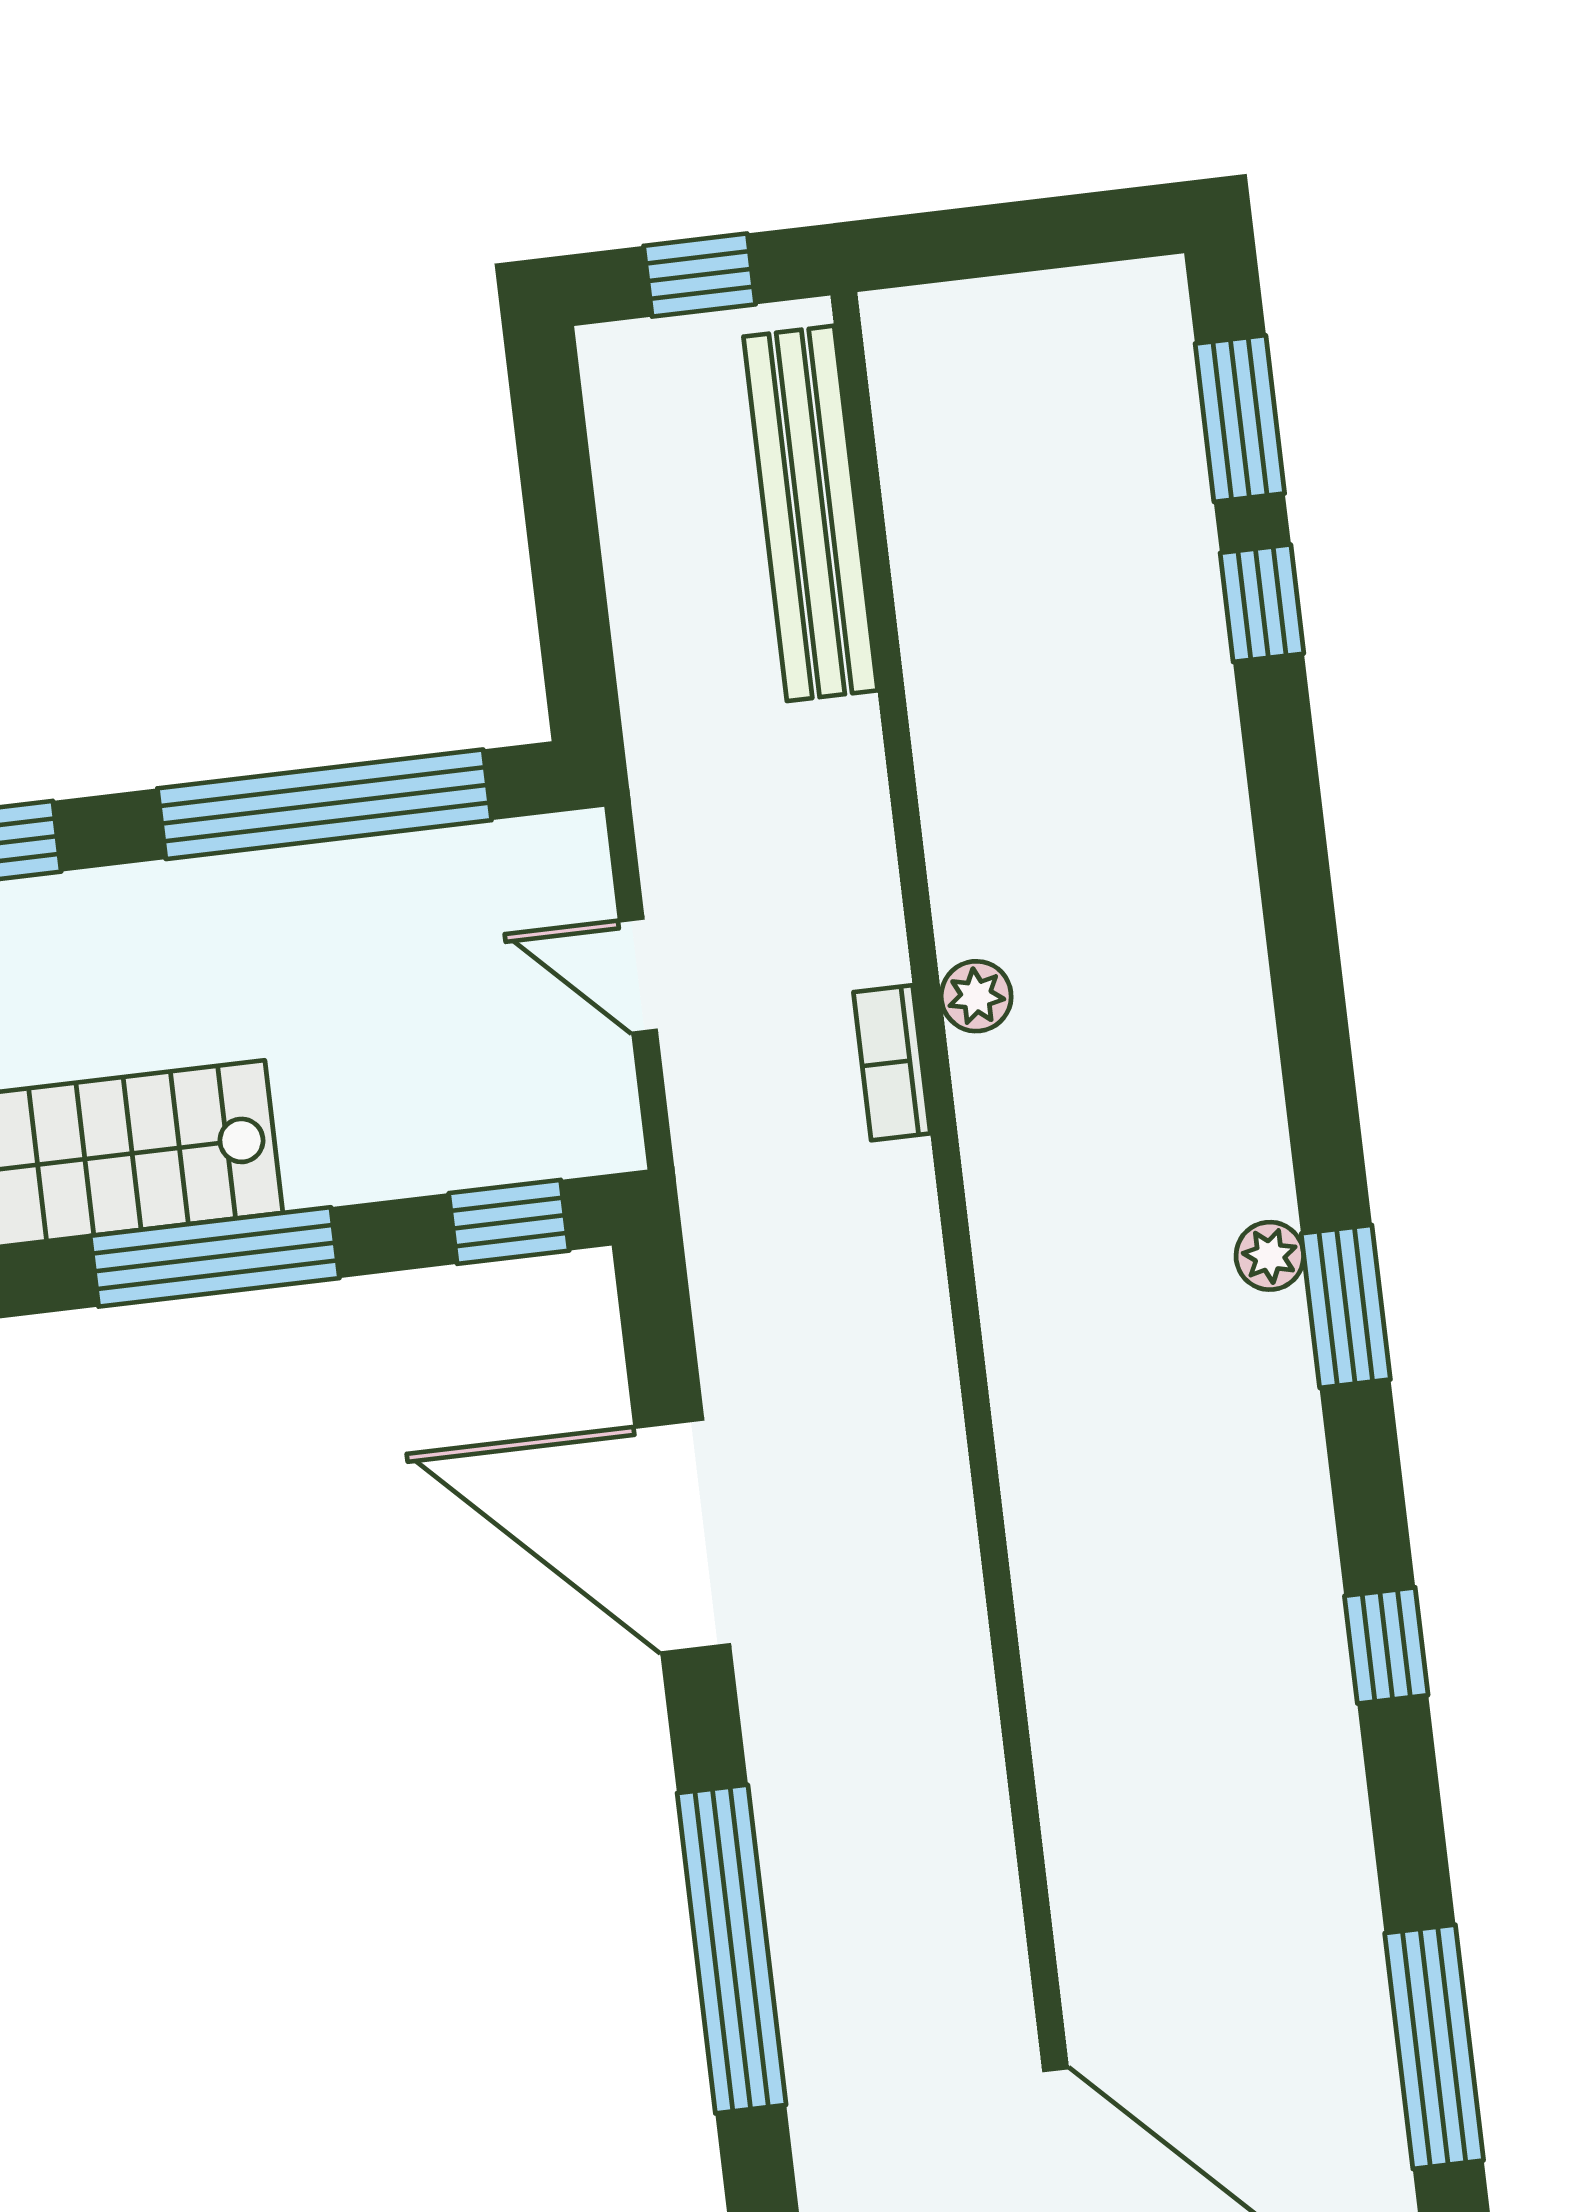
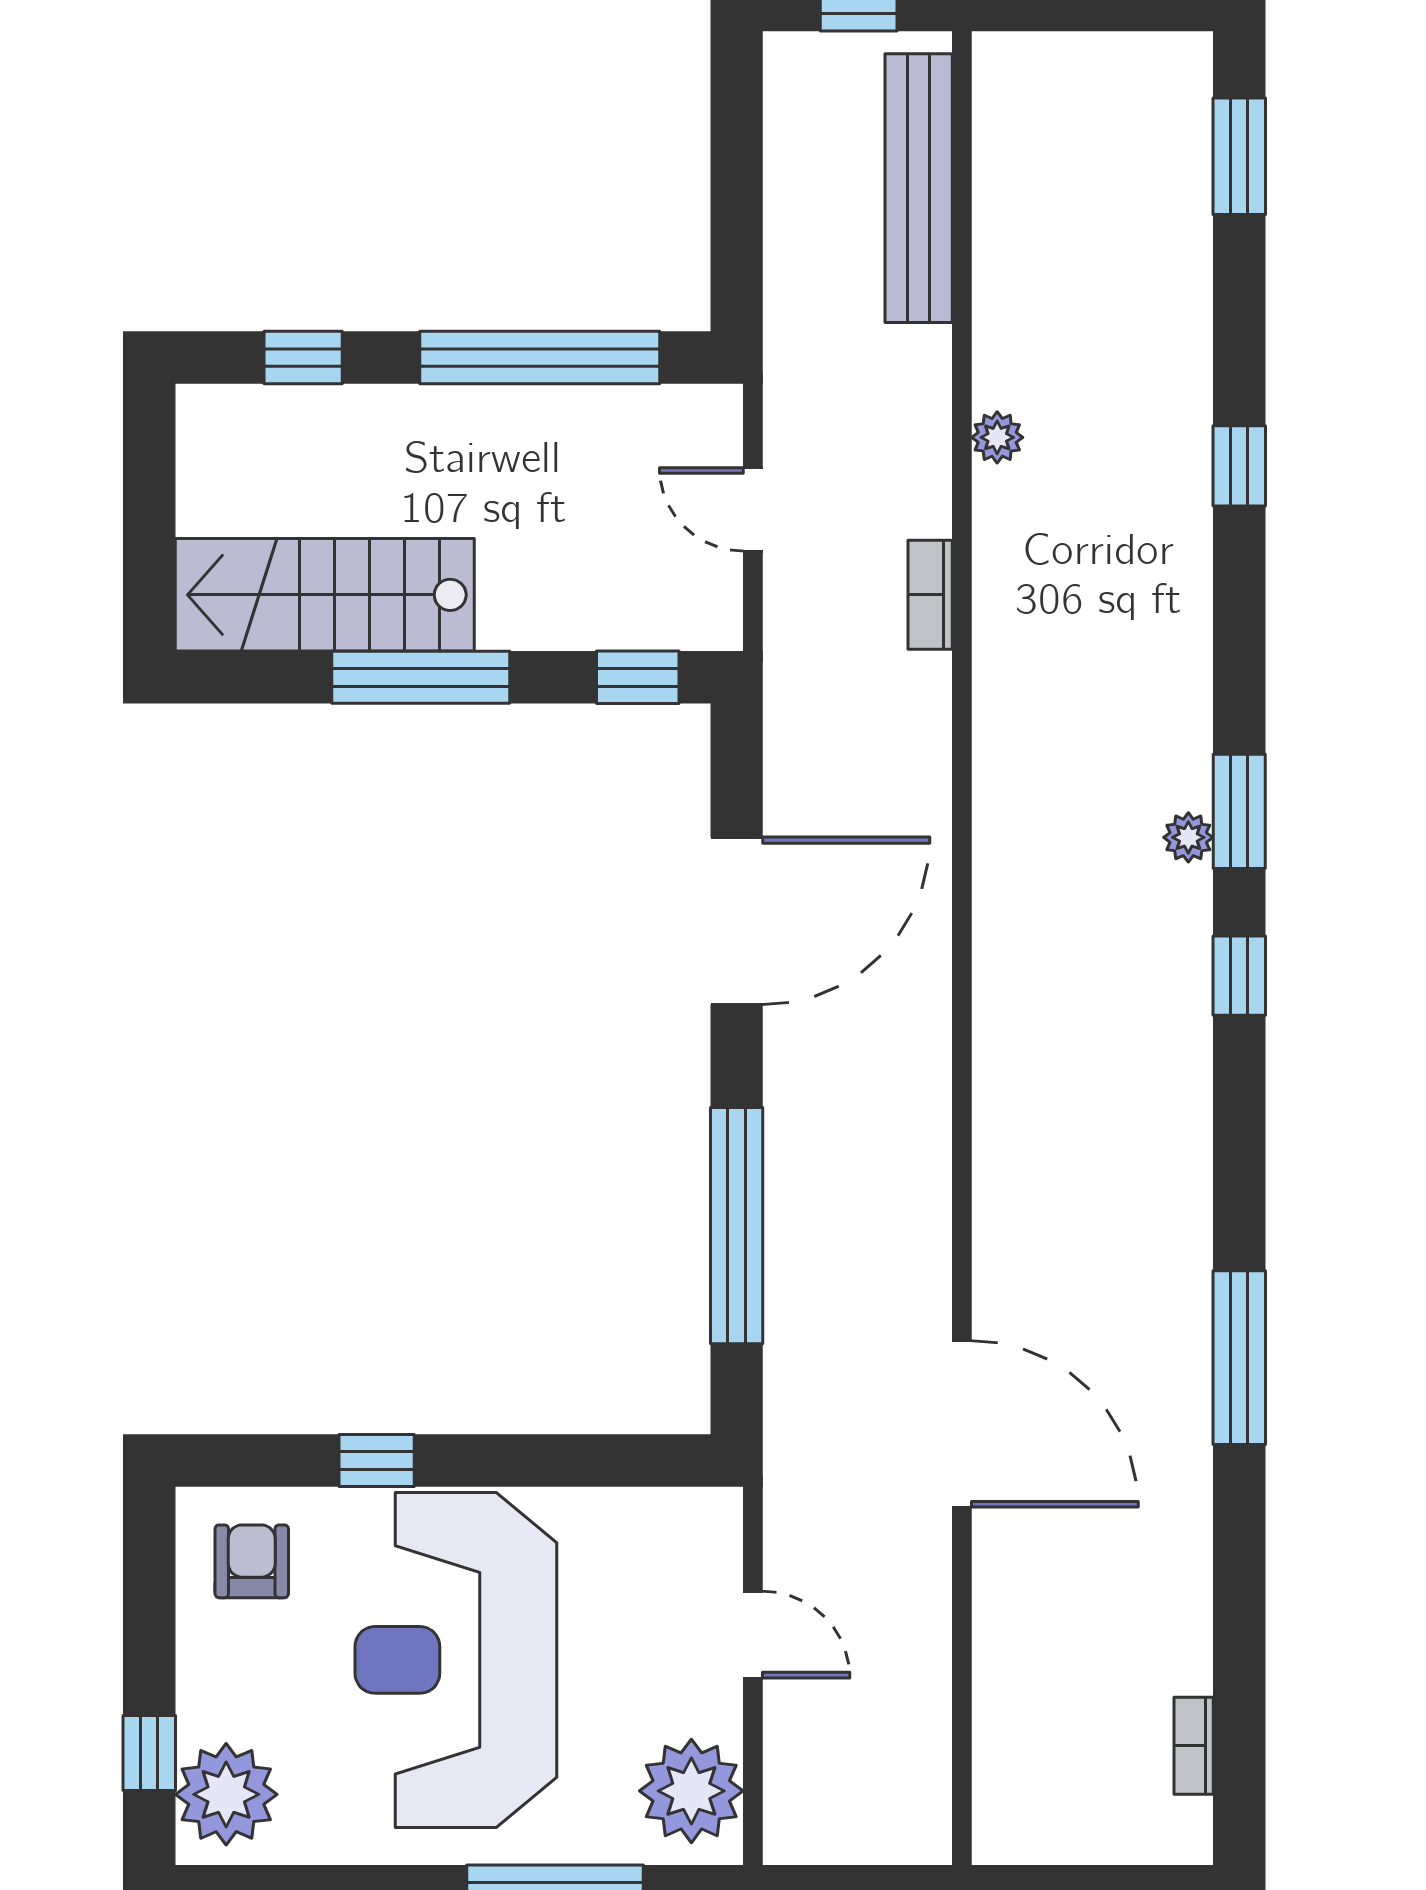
window: (1262, 603) -> (1239, 466), moved
plant: (976, 996) -> (997, 437), moved
plant: (1270, 1256) -> (1188, 837), moved
door: (682, 1536) -> (737, 921), swing flipped
window: (1386, 1645) -> (1239, 976), moved

